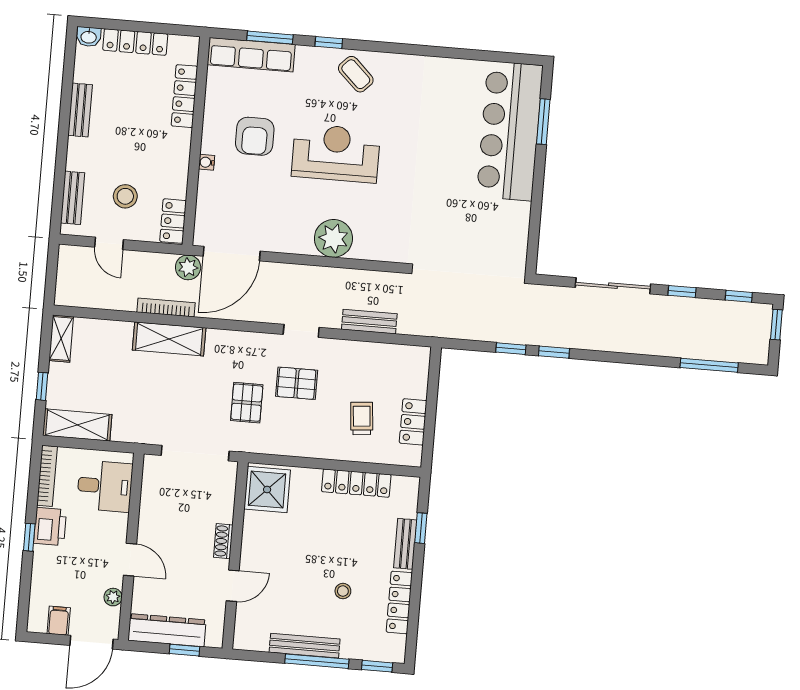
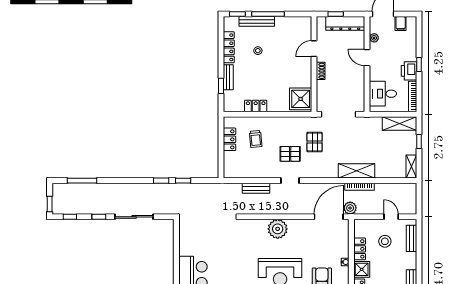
shower: (175, 145) -> (362, 269), added
locker: (173, 221) -> (360, 249), moved
locker: (356, 483) -> (256, 106), width x0.66
bench: (305, 646) -> (257, 21), moved

